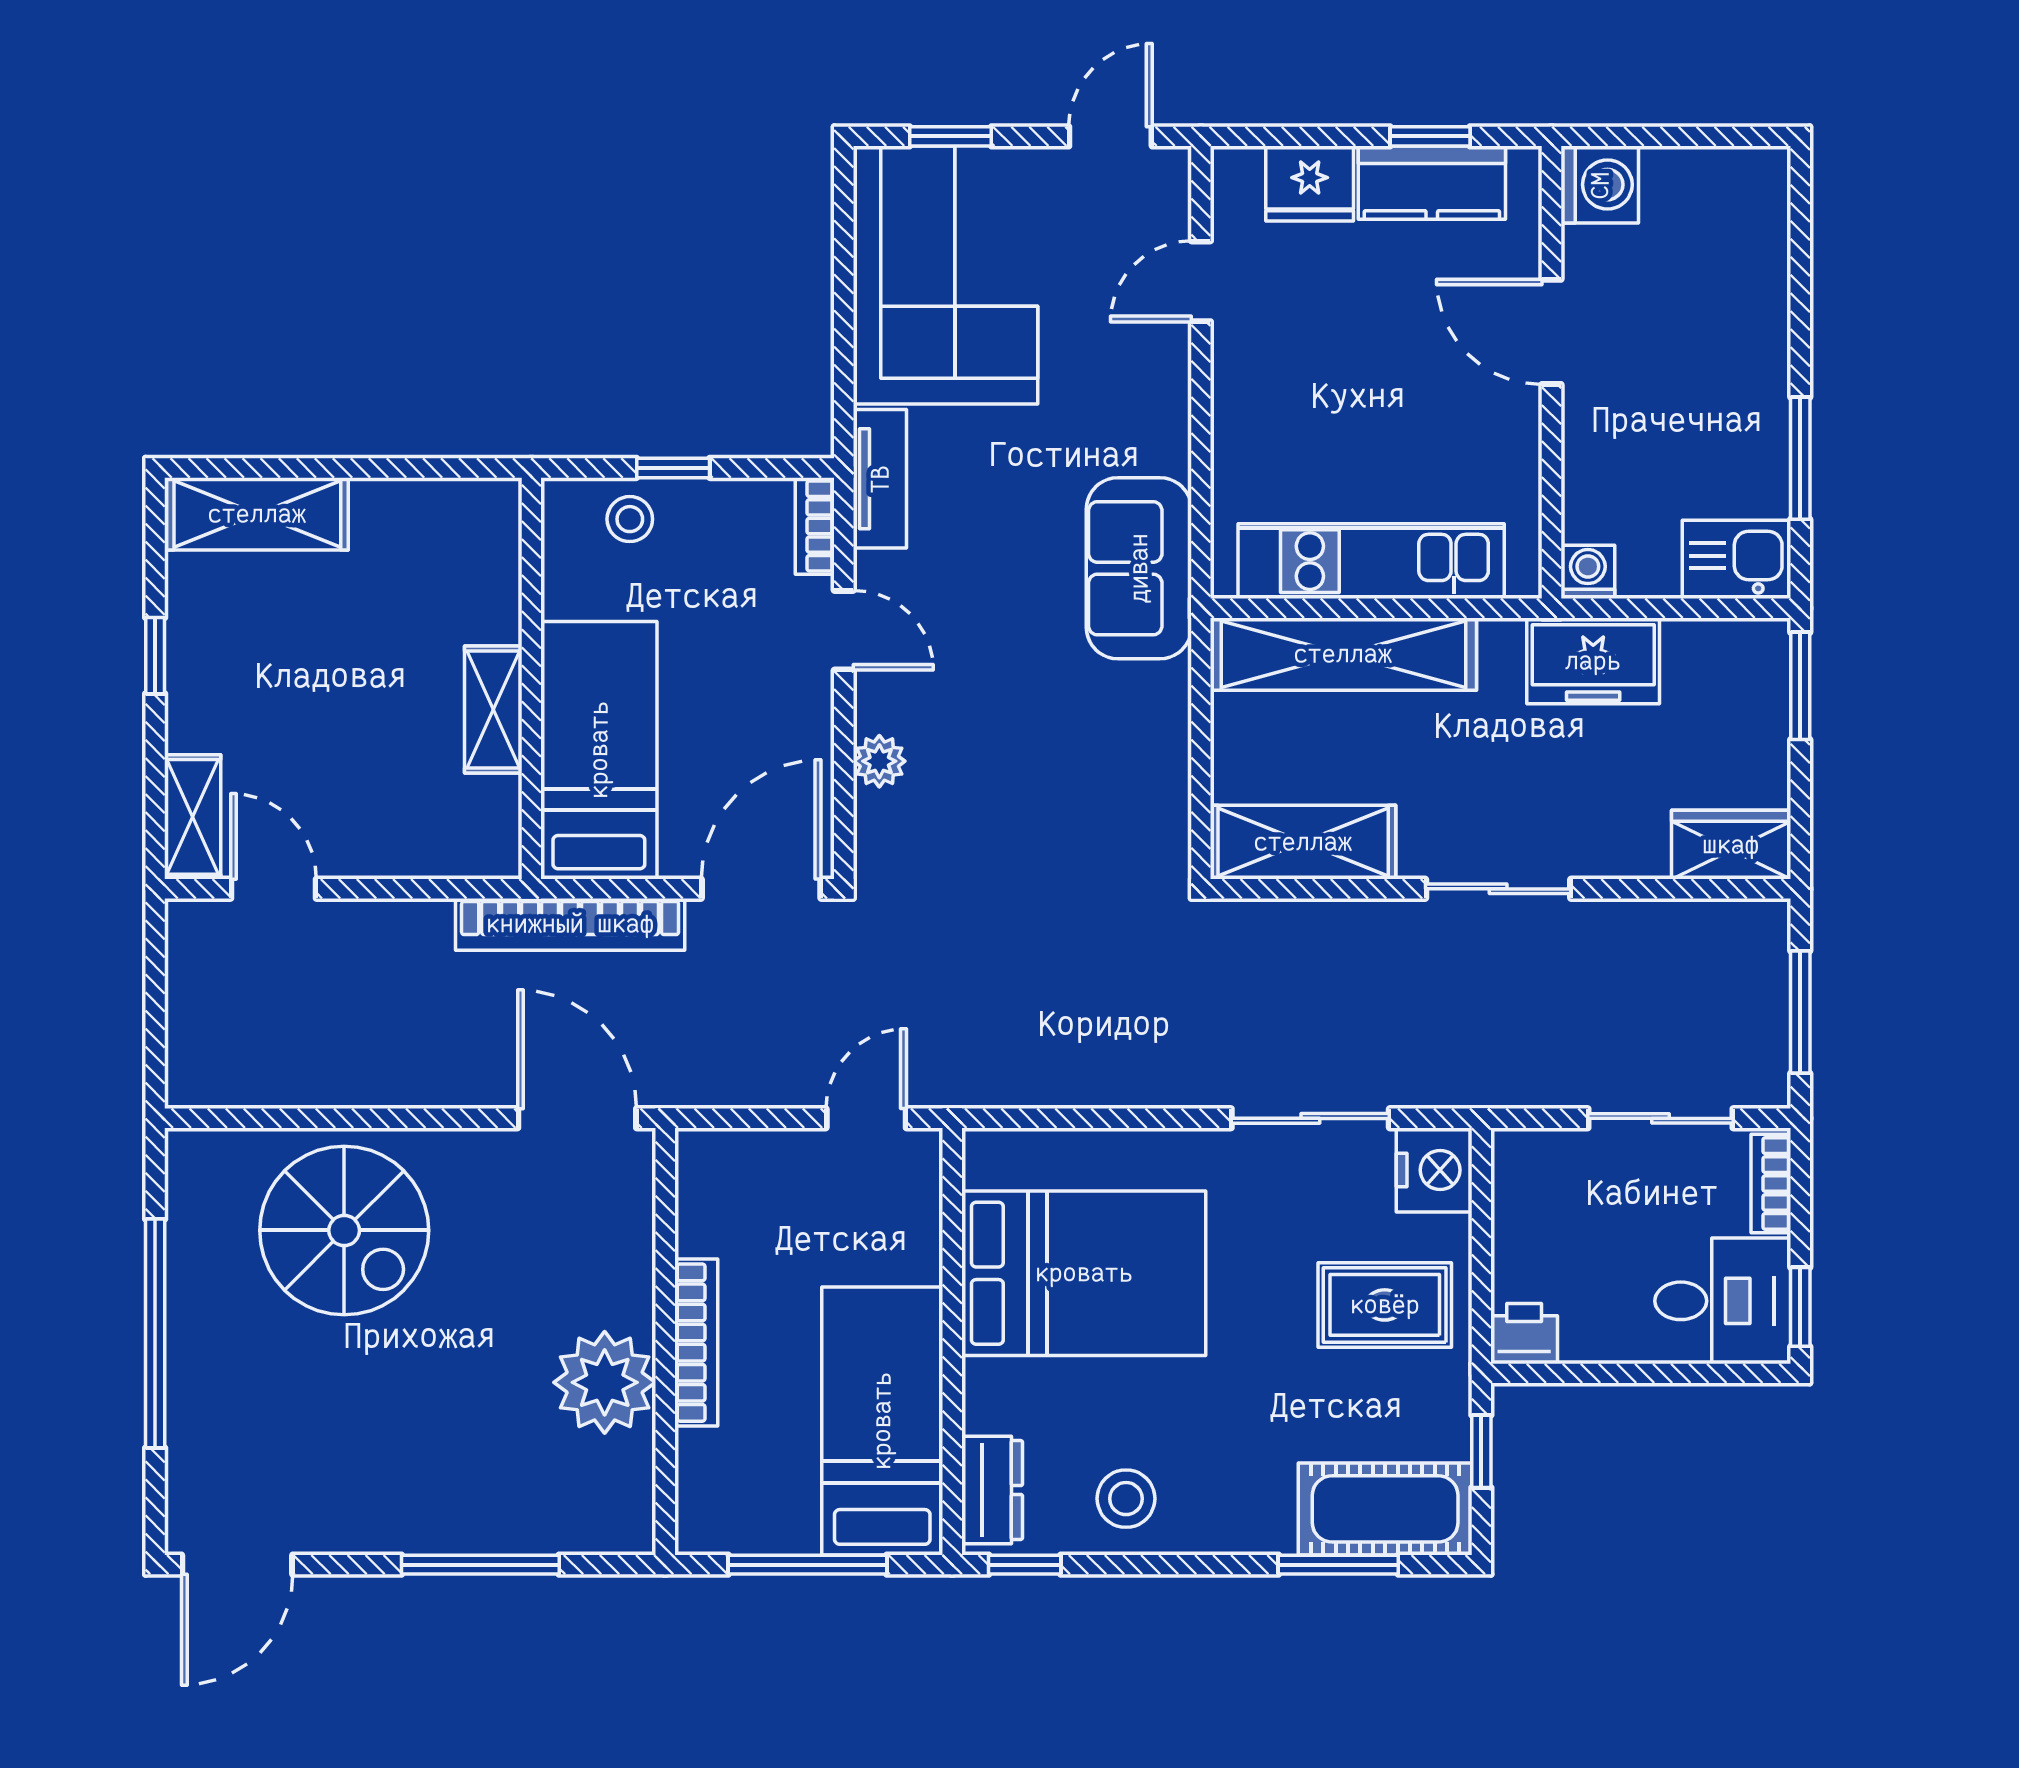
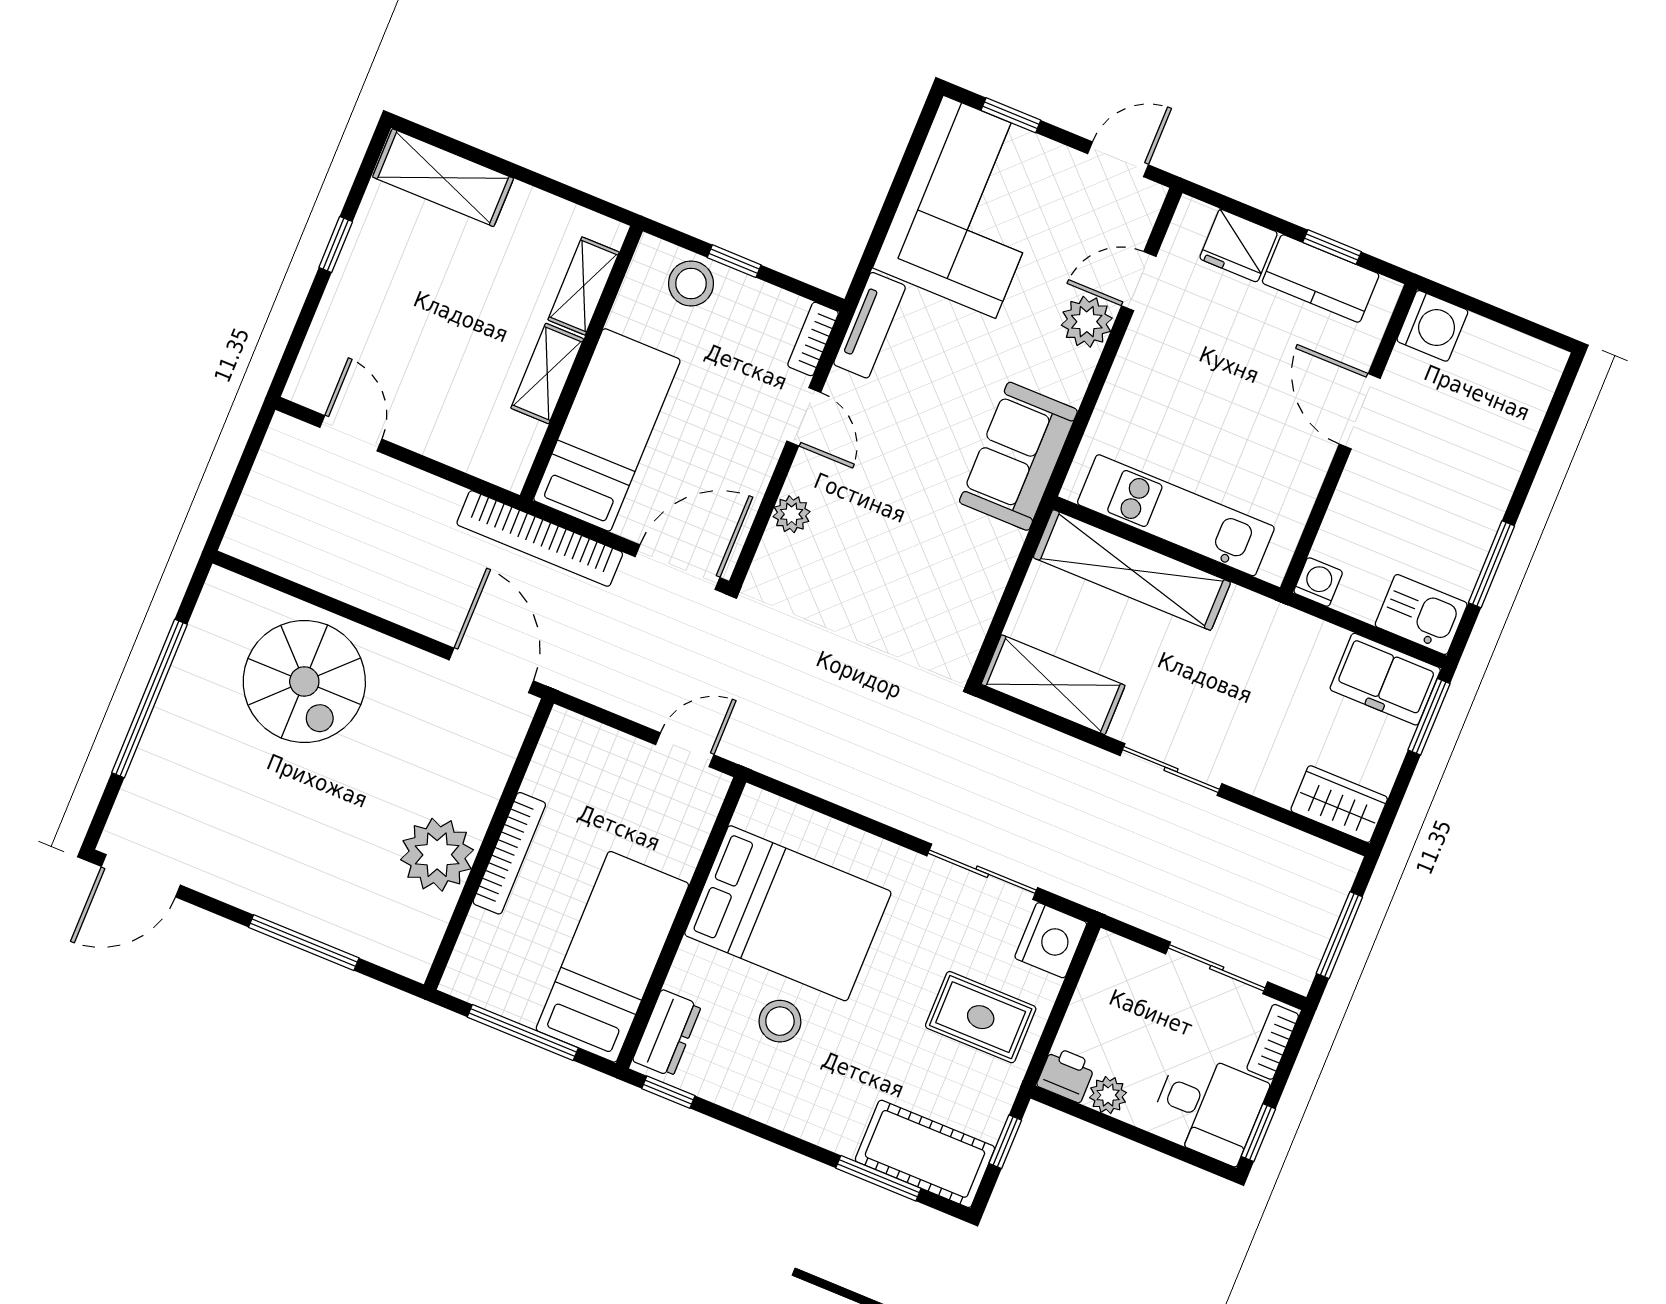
plant: (1156, 360) -> (1087, 322), added
stool: (630, 519) -> (691, 283), width x1.37, depth x1.37
freezer: (1593, 661) -> (1385, 679), moved
shelving: (193, 817) -> (584, 286), moved
plant: (1588, 1338) -> (1108, 1095), added
stool: (1126, 1499) -> (780, 1021), moved

